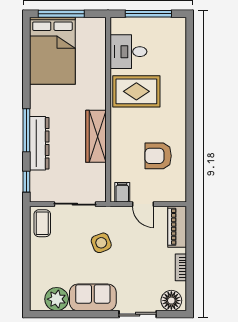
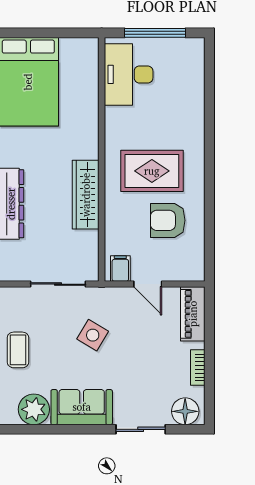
window: (61, 14) -> (40, 33), removed
desk: (128, 52) -> (129, 74), width x1.37
rug: (136, 91) -> (152, 171), moved
coffee table: (42, 223) -> (18, 350), moved
side table: (101, 243) -> (93, 335), turned -38

